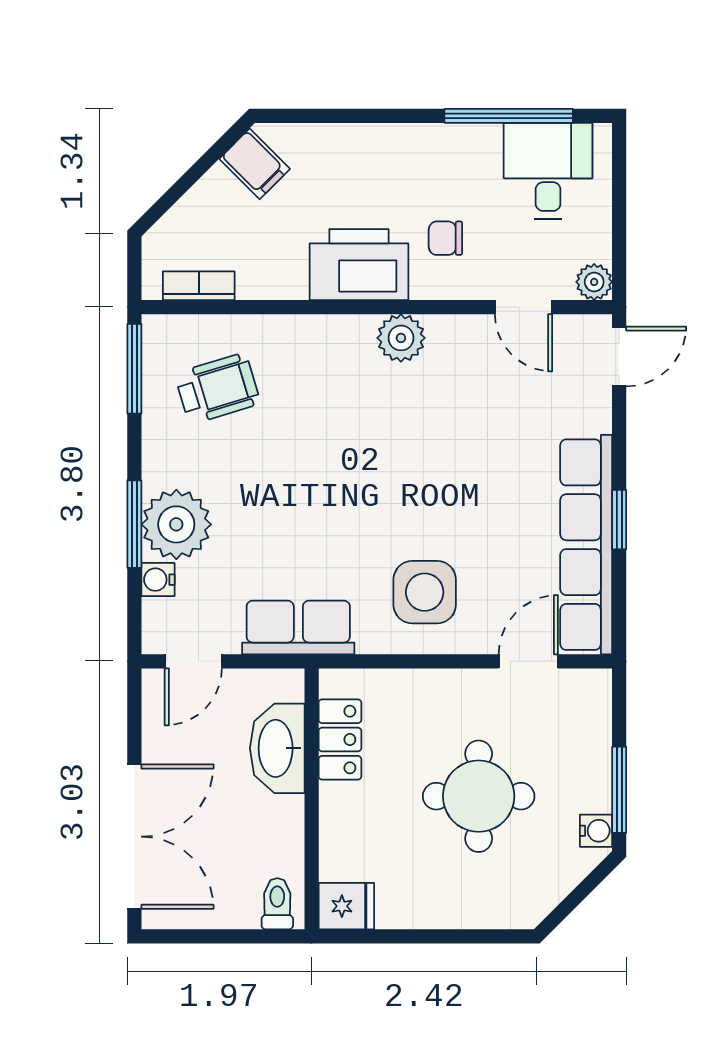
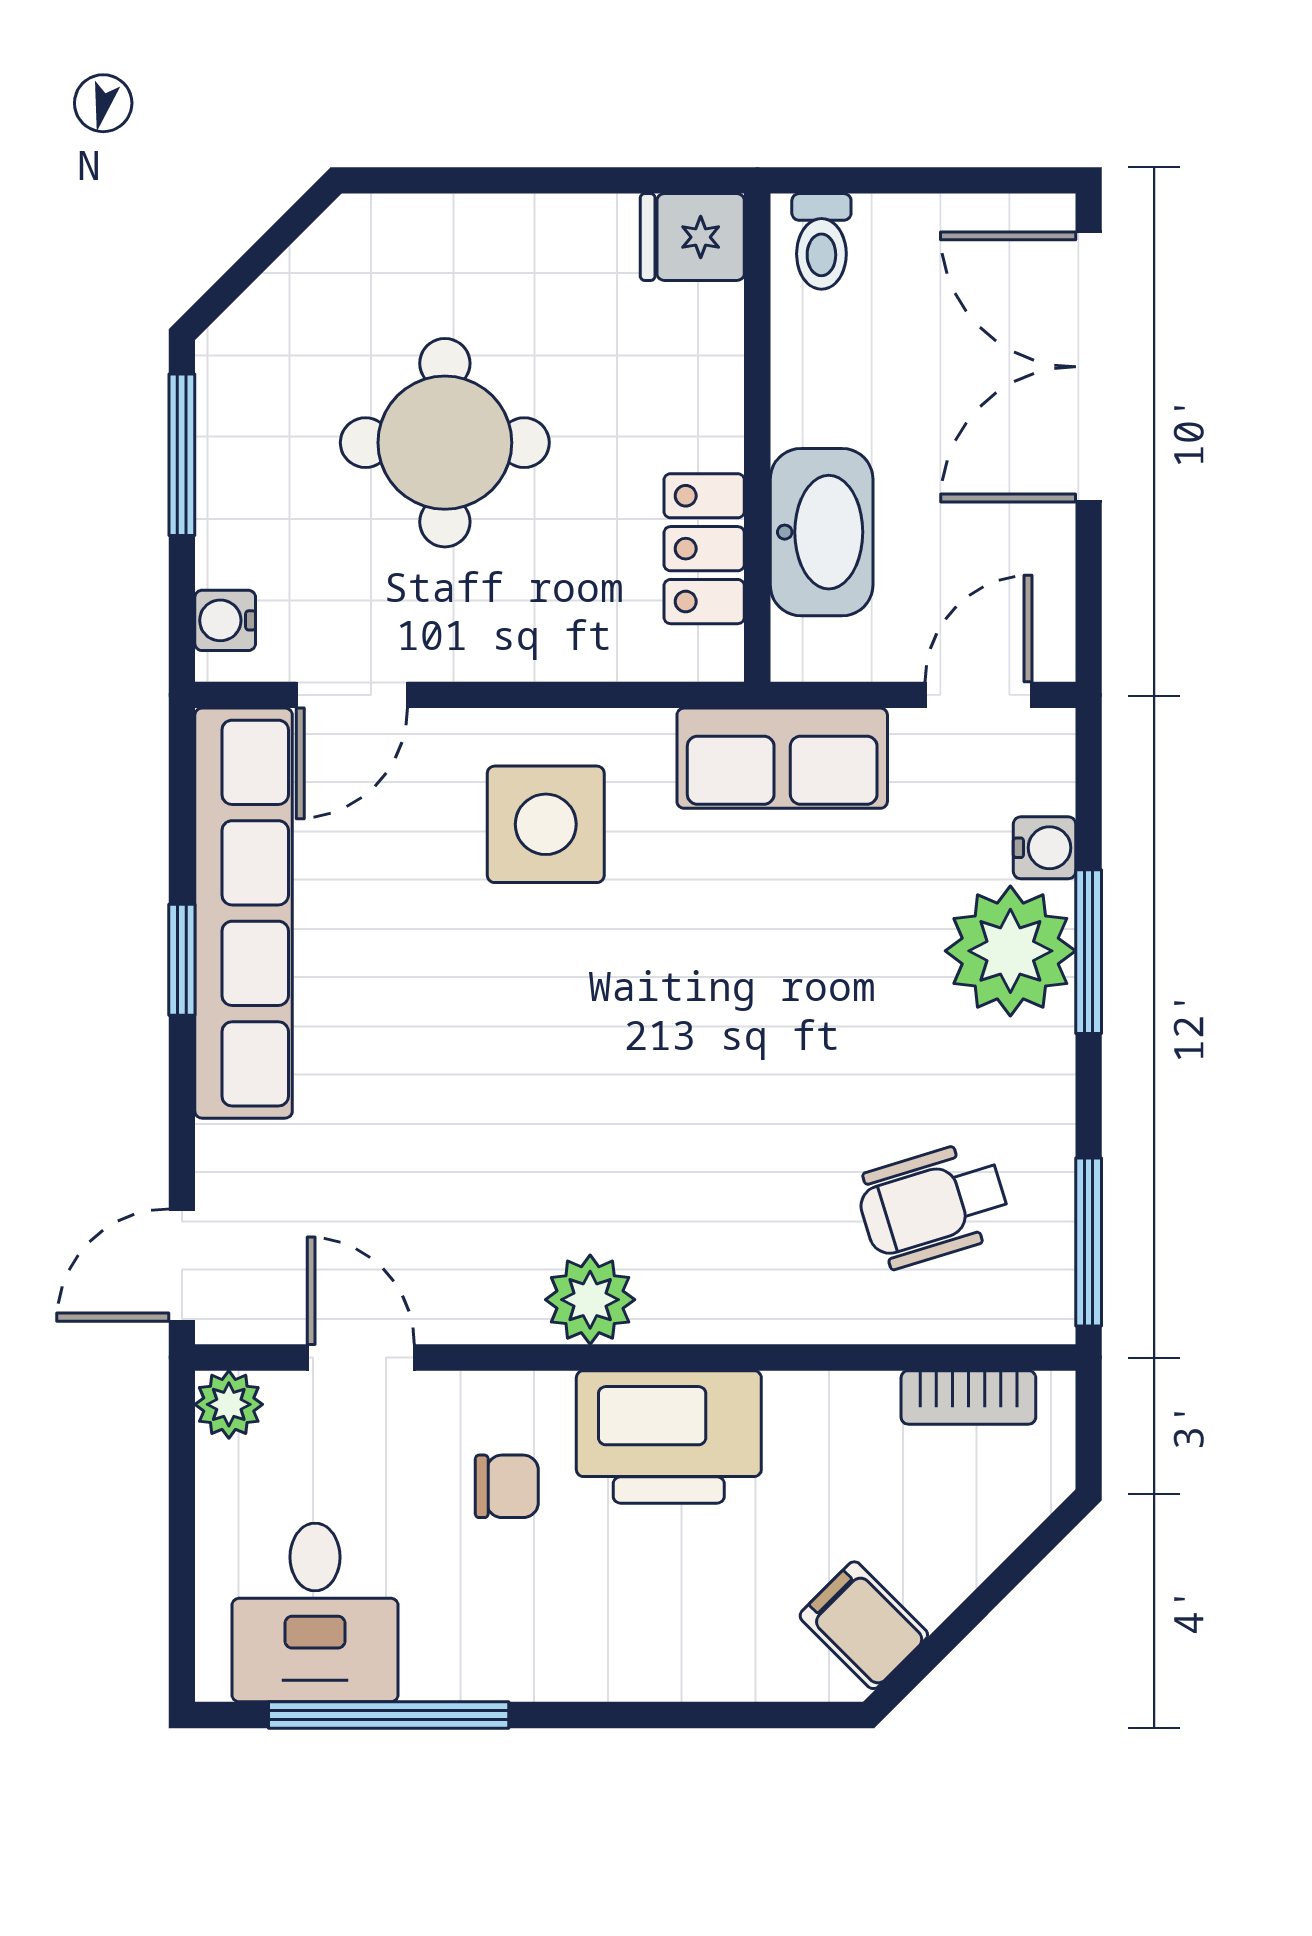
water cooler: (596, 831) -> (225, 620), moved

